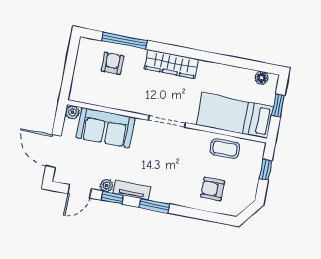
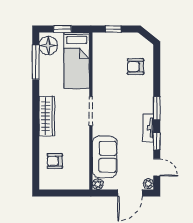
window: (124, 41) -> (36, 62), moved
floor lamp: (262, 78) -> (48, 46), width x1.89, depth x1.89
coffee table: (225, 149) -> (103, 63), removed
plant: (106, 185) -> (148, 184), moved
armchair: (213, 189) -> (136, 67), turned 90

